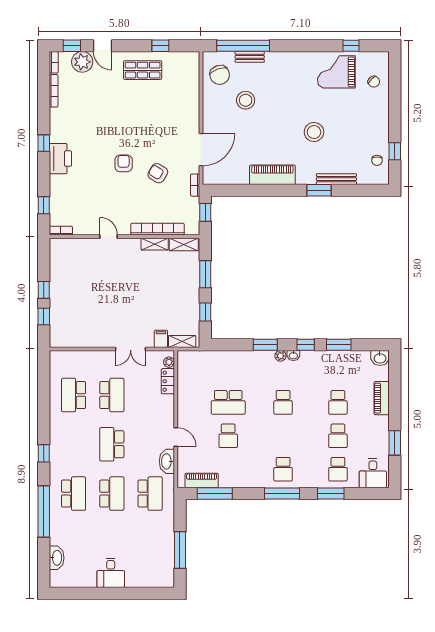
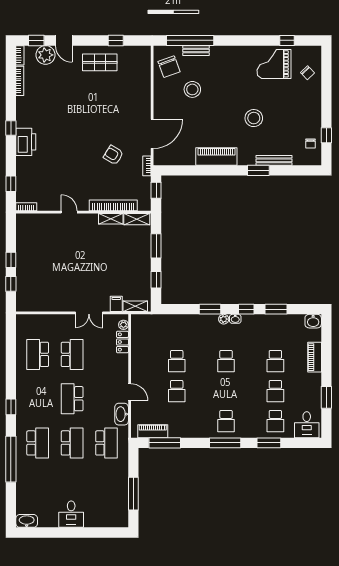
armchair: (124, 163) -> (83, 146), removed
school desk: (228, 402) -> (177, 361), width x0.54
washbasin: (57, 558) -> (27, 521), moved, turned -90

